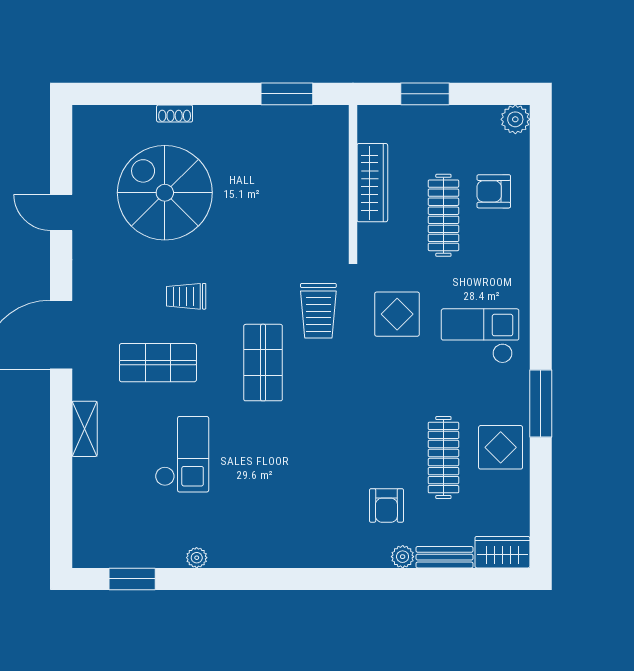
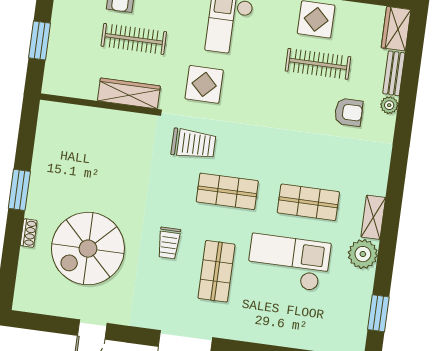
window: (287, 94) -> (19, 190), moved
wardrobe: (372, 183) -> (129, 93), moved
shelving: (85, 429) -> (373, 217), moved, turned 90
checkout: (182, 454) -> (289, 262), width x1.36, depth x1.21
shop shelf: (263, 469) -> (308, 202), added
plant: (197, 558) -> (363, 254), width x1.87, depth x1.87

